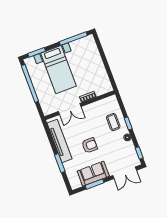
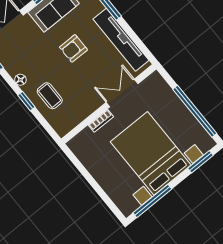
bed with nightstands: (58, 70) -> (151, 153), width x1.36

